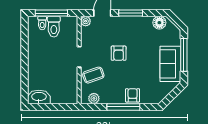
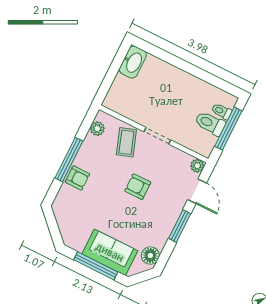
sofa: (170, 64) -> (110, 252), moved

